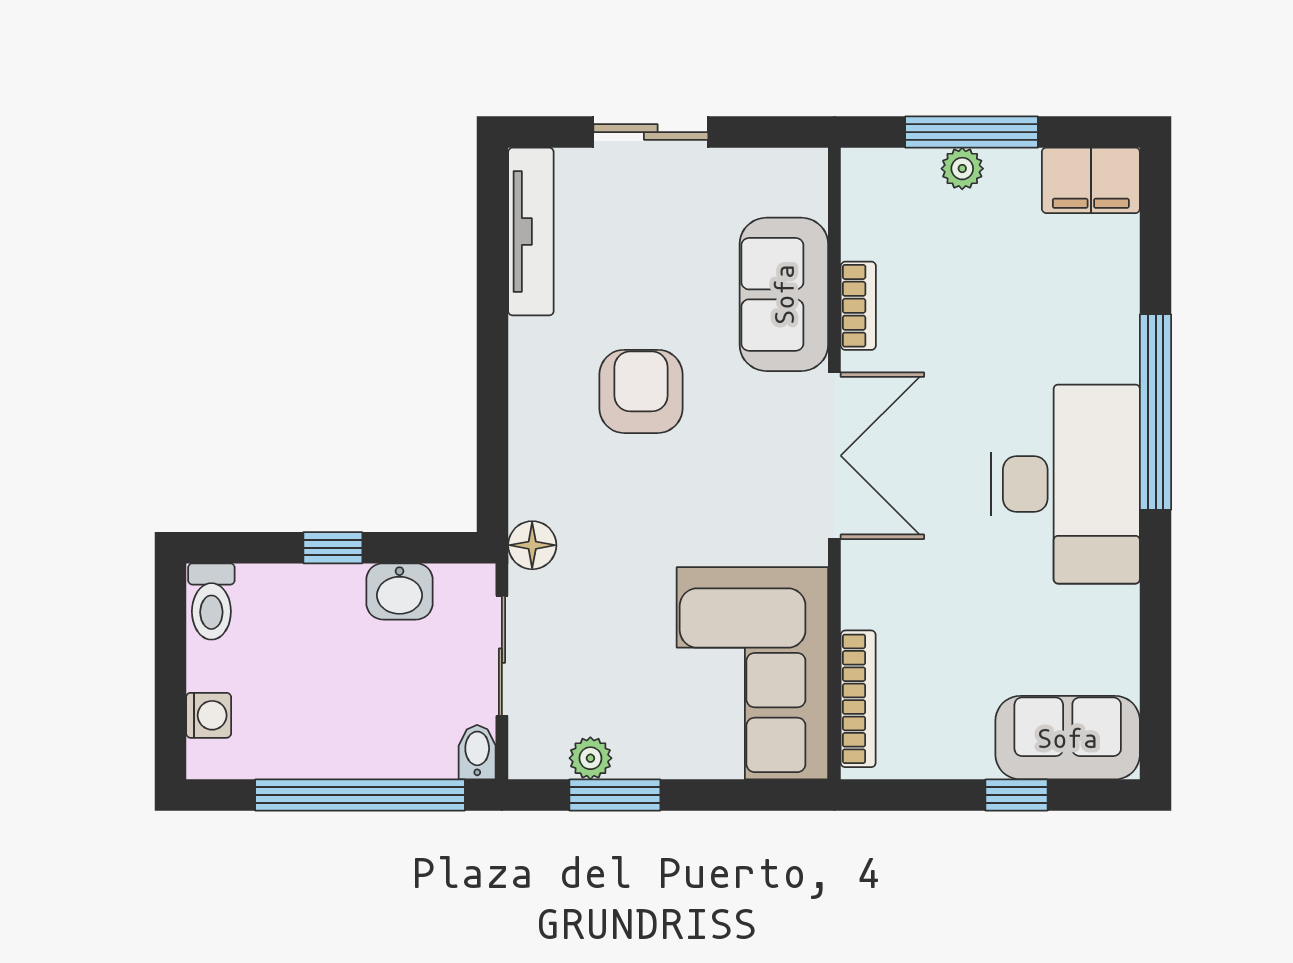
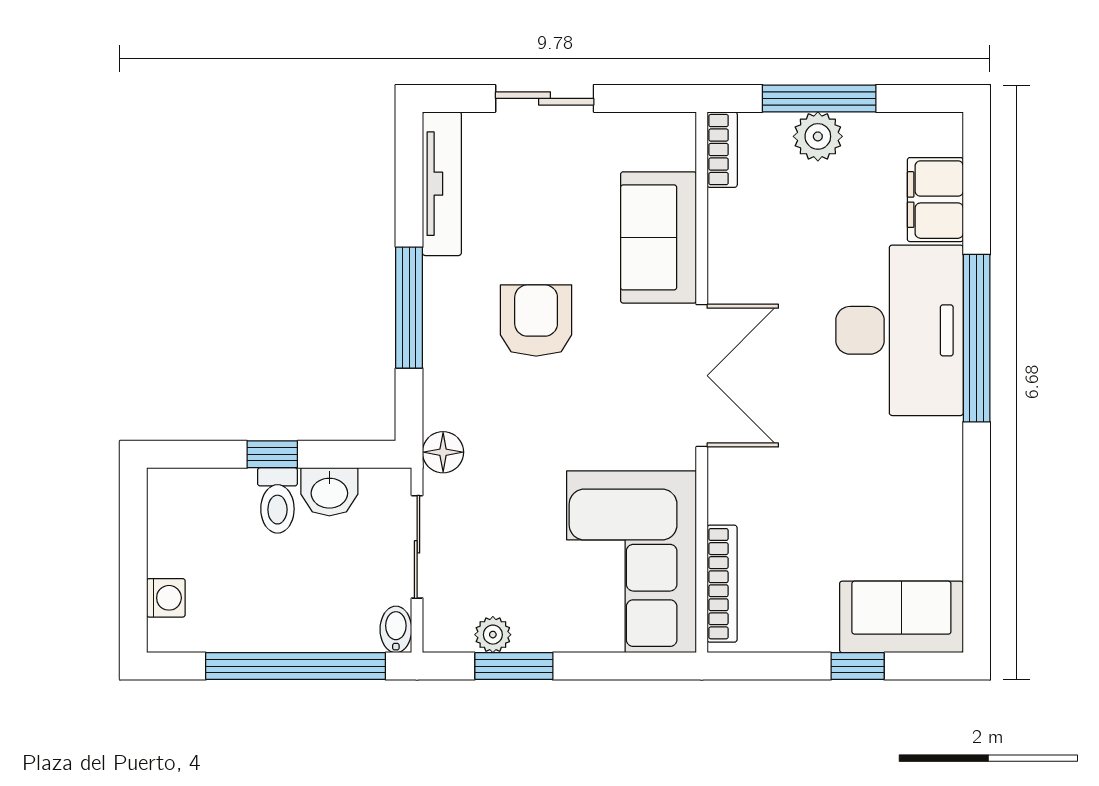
plant: (962, 169) -> (818, 136), width x1.38, depth x1.38
filing cabinet: (1091, 180) -> (935, 200), moved, turned 90
bookcase: (858, 306) -> (722, 150), moved
window: (493, 376) -> (409, 308), added
desk: (1065, 484) -> (900, 330), moved
toilet: (211, 601) -> (277, 500), moved

